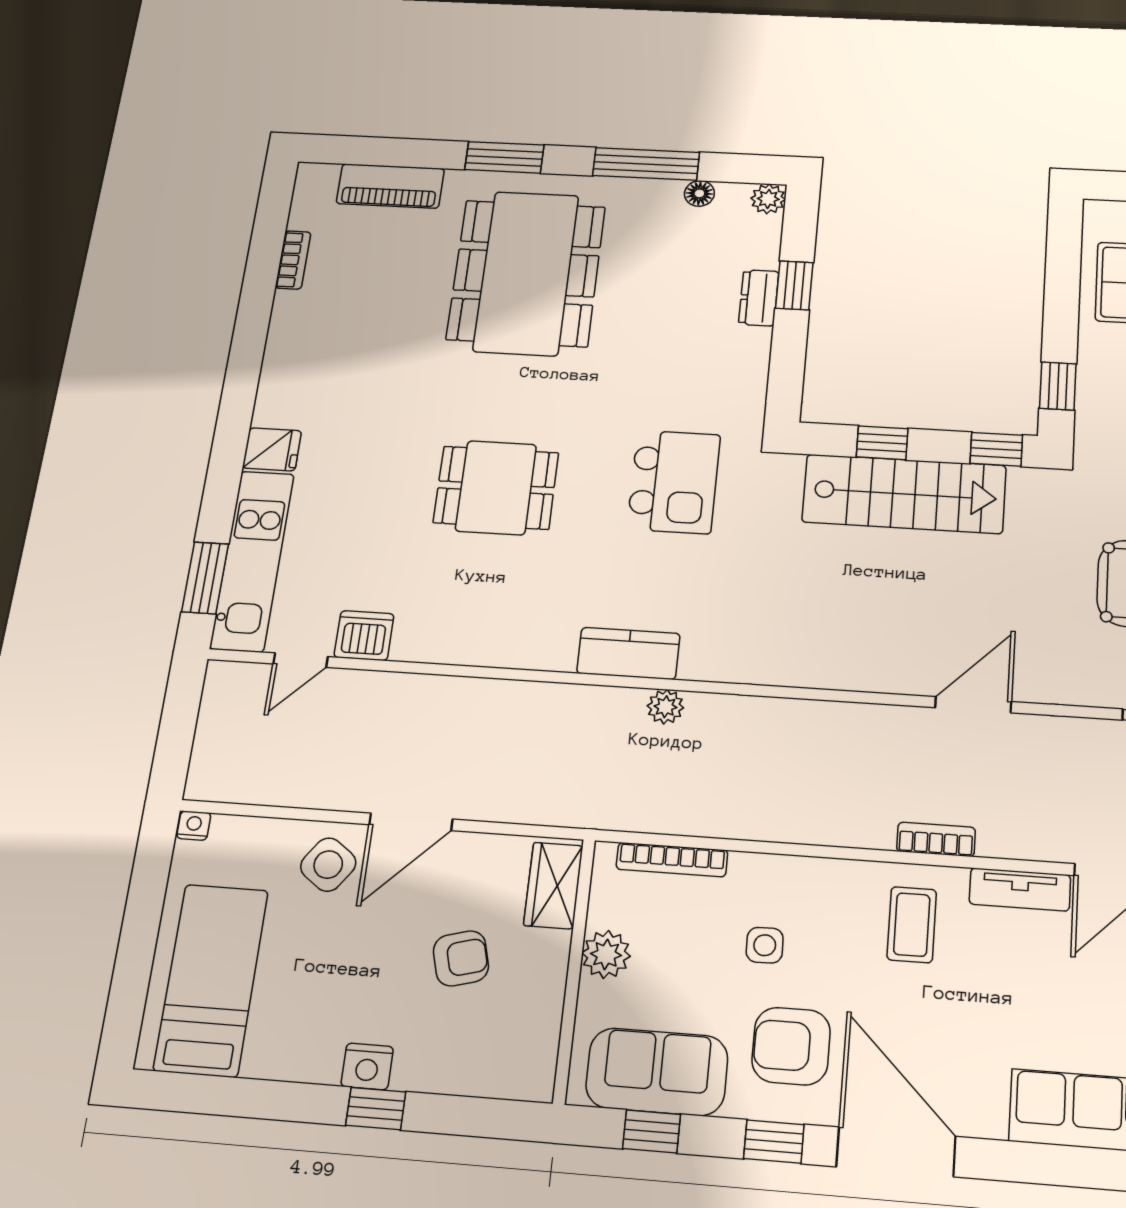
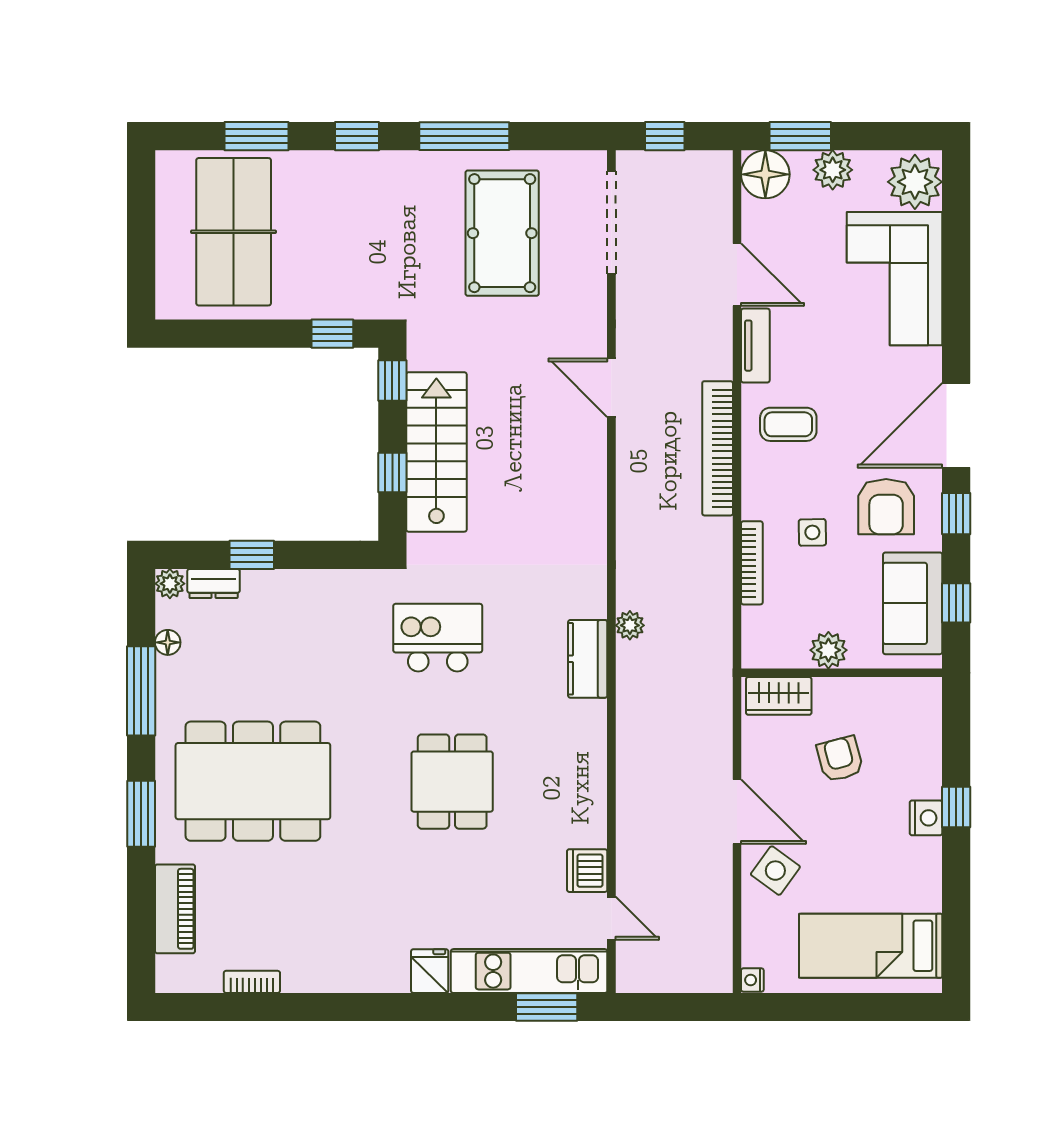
dresser: (759, 298) -> (214, 583), moved
bookcase: (936, 839) -> (718, 448), width x2.31, depth x1.31
bookcase: (672, 860) -> (752, 563), moved

